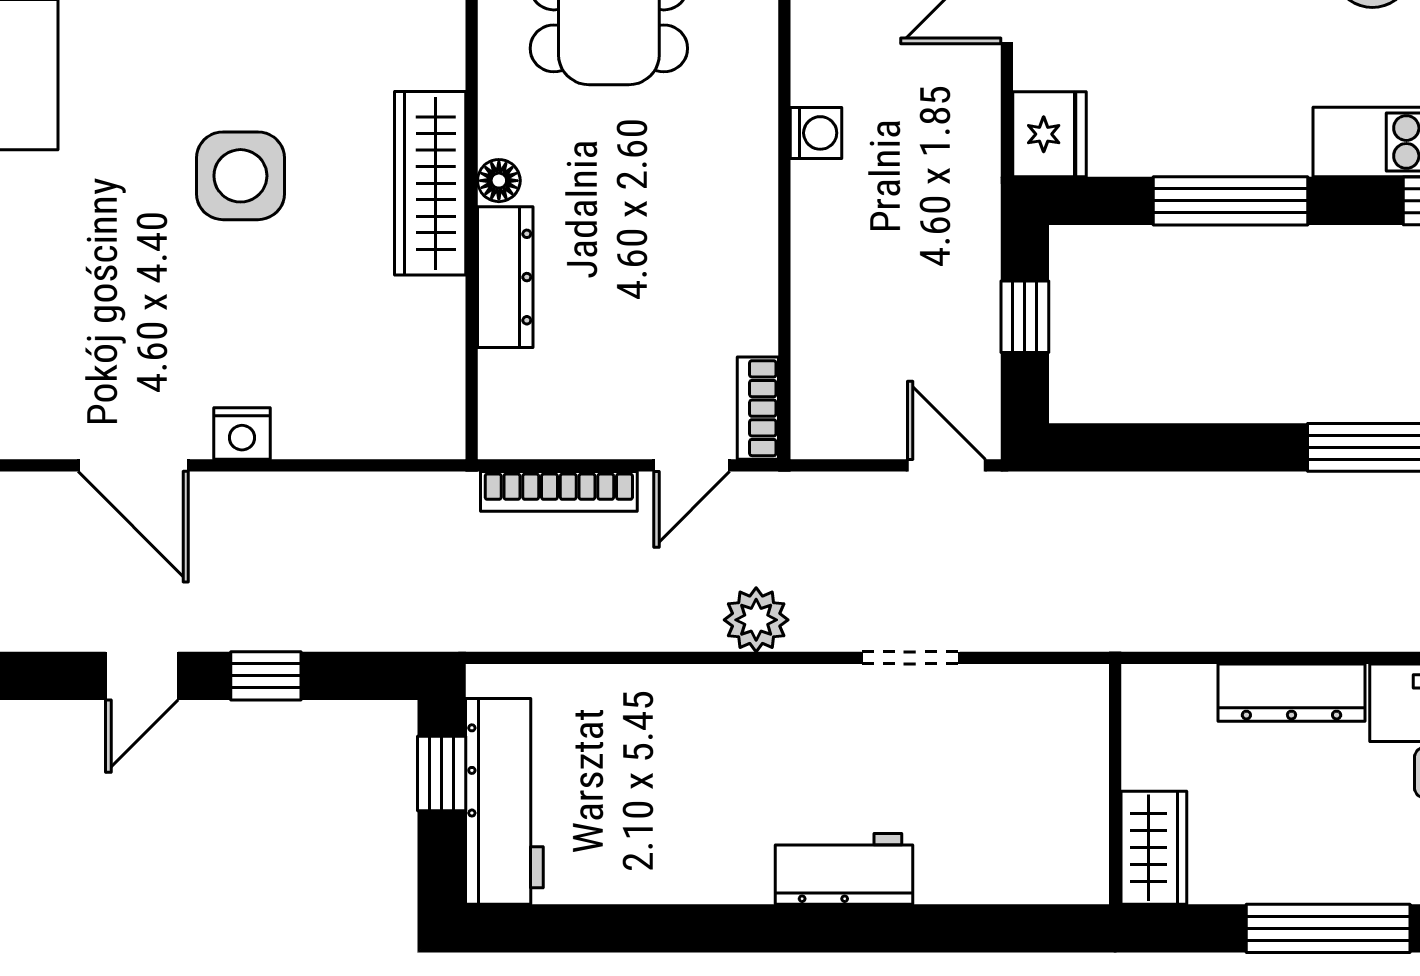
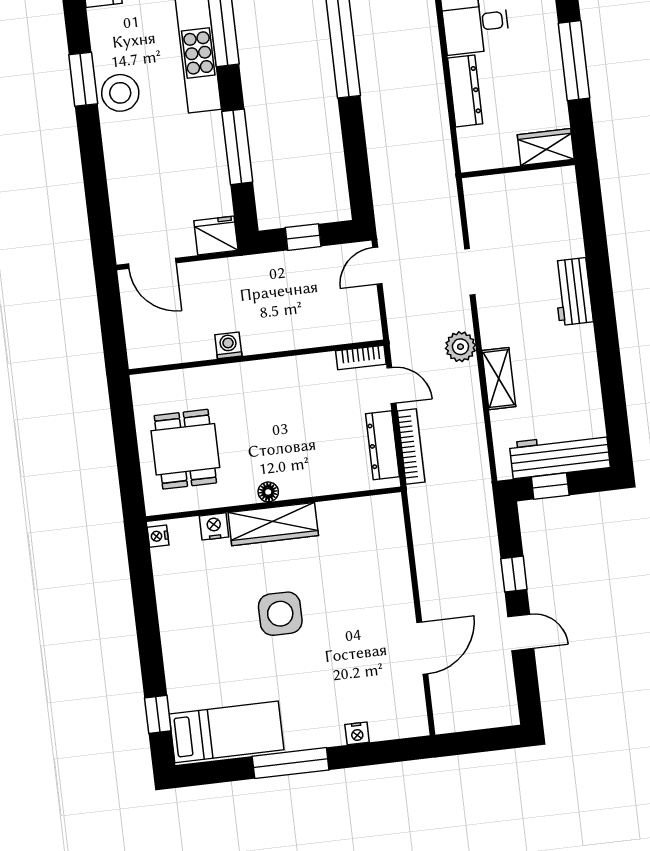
dresser: (505, 277) -> (382, 445), moved, turned -90
nightstand: (242, 433) -> (214, 526), moved, turned -90
shelving: (680, 692) -> (499, 379), added

